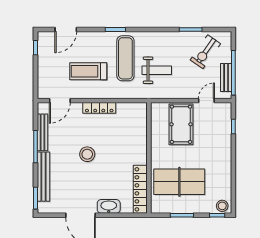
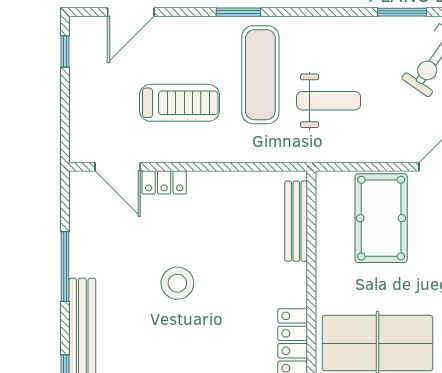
treadmill: (88, 71) -> (179, 103), turned 180
door: (60, 101) -> (118, 167), hinge flipped
locker: (99, 108) -> (164, 182), moved, width x0.66
bench: (43, 132) -> (296, 221), moved

